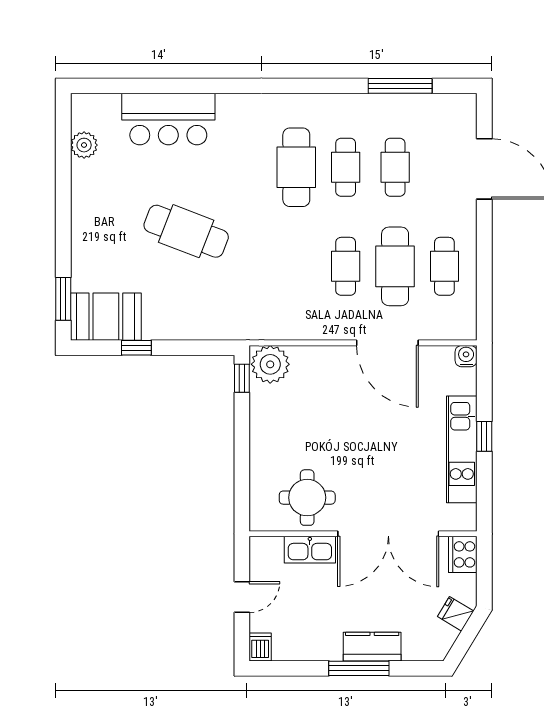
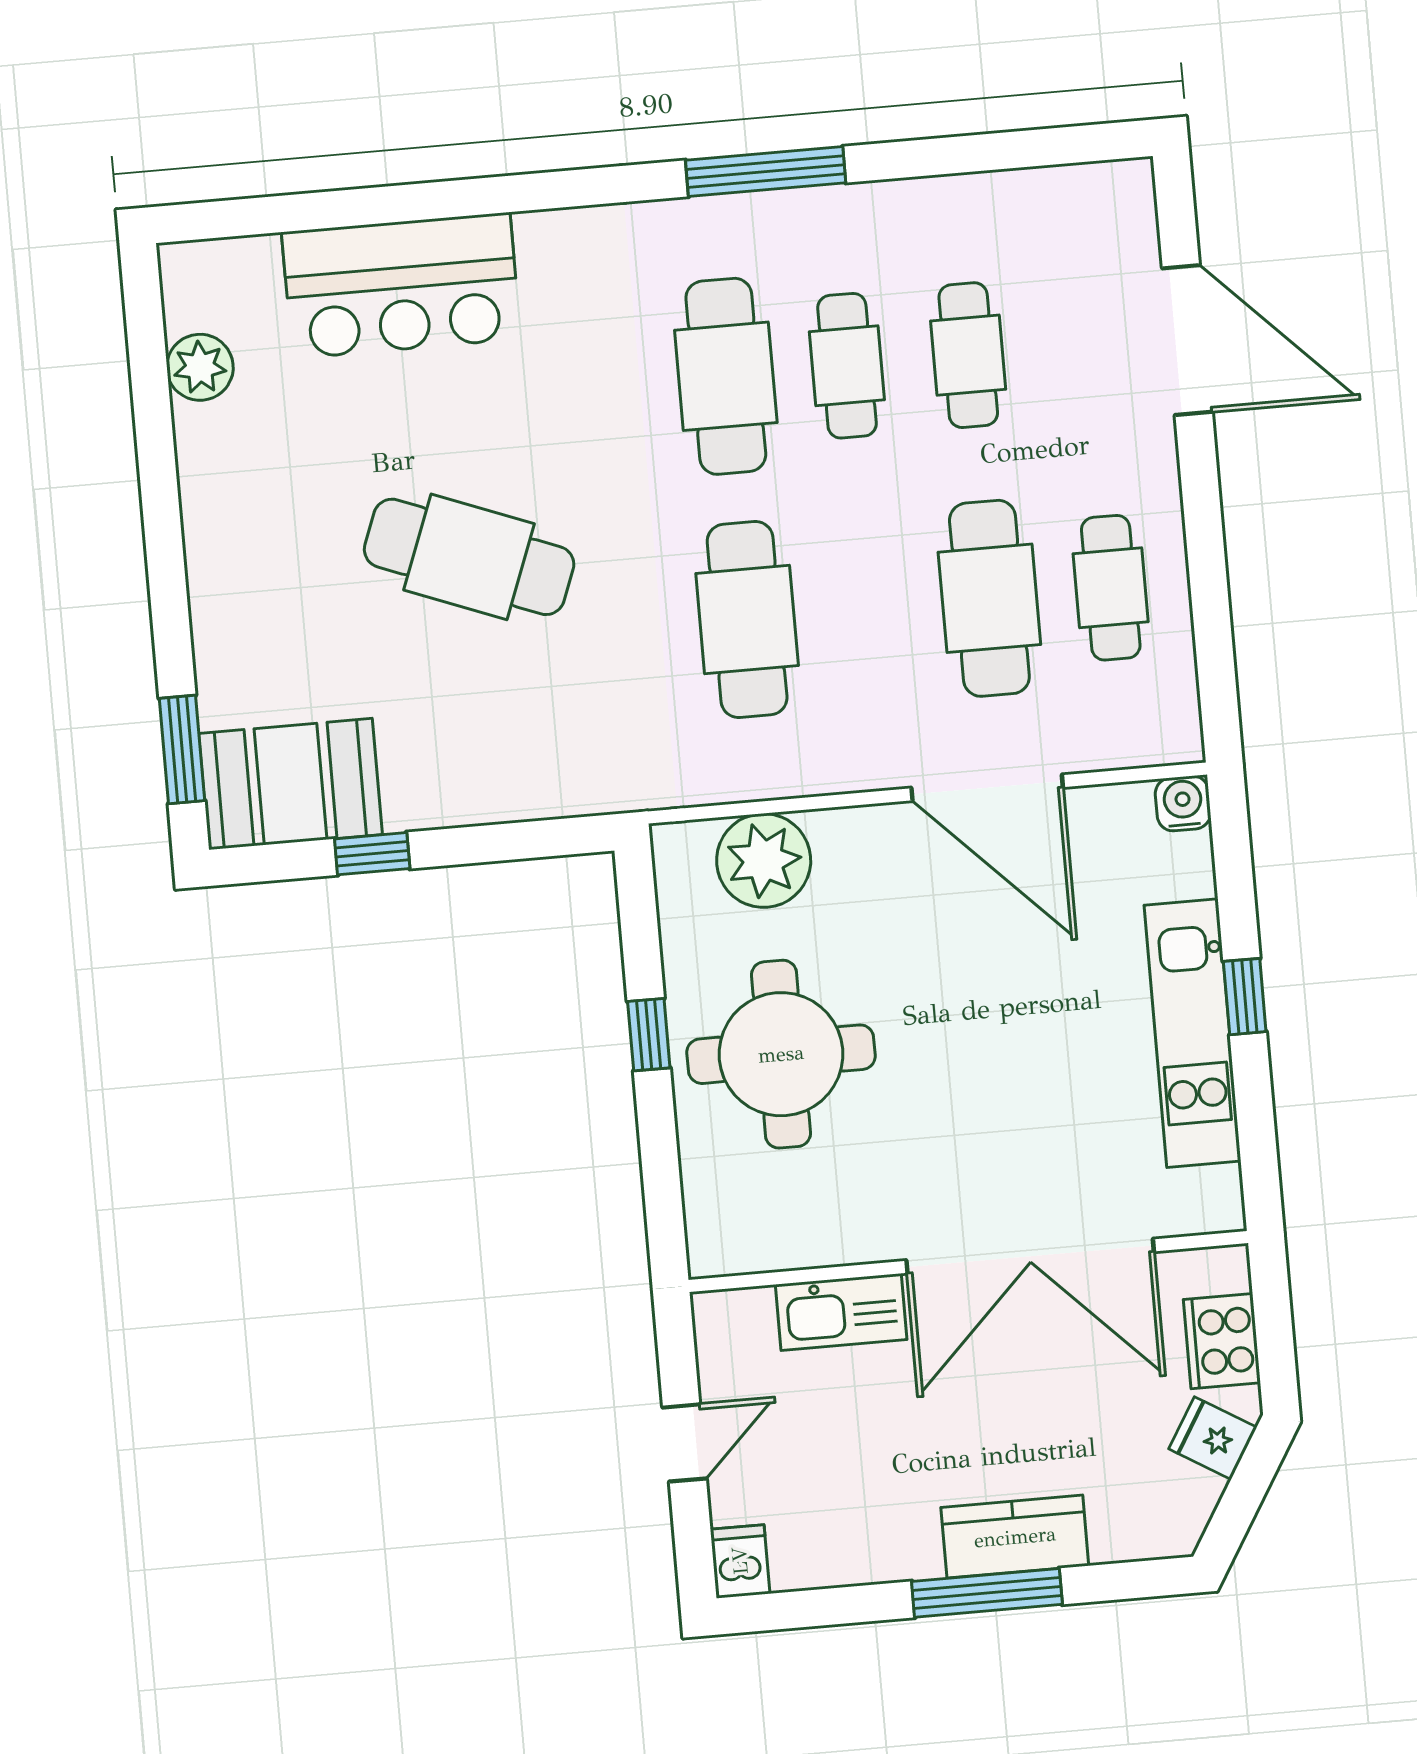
window: (400, 86) -> (766, 172), moved
cafe table: (346, 266) -> (747, 620), moved, width x1.37, depth x1.35
plant: (270, 364) -> (764, 861), moved
window: (242, 378) -> (649, 1035), moved
round table: (307, 498) -> (781, 1054), moved, width x1.36, depth x1.36
cooker: (463, 554) -> (1222, 1341), moved

